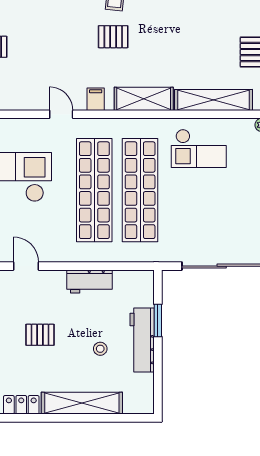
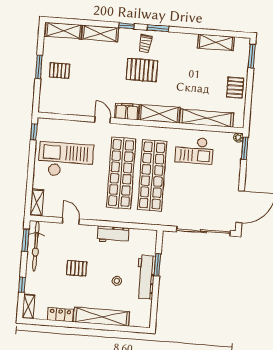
pallet: (113, 37) -> (142, 70), width x1.50, depth x1.42
filing cabinet: (96, 99) -> (127, 111), width x2.00

